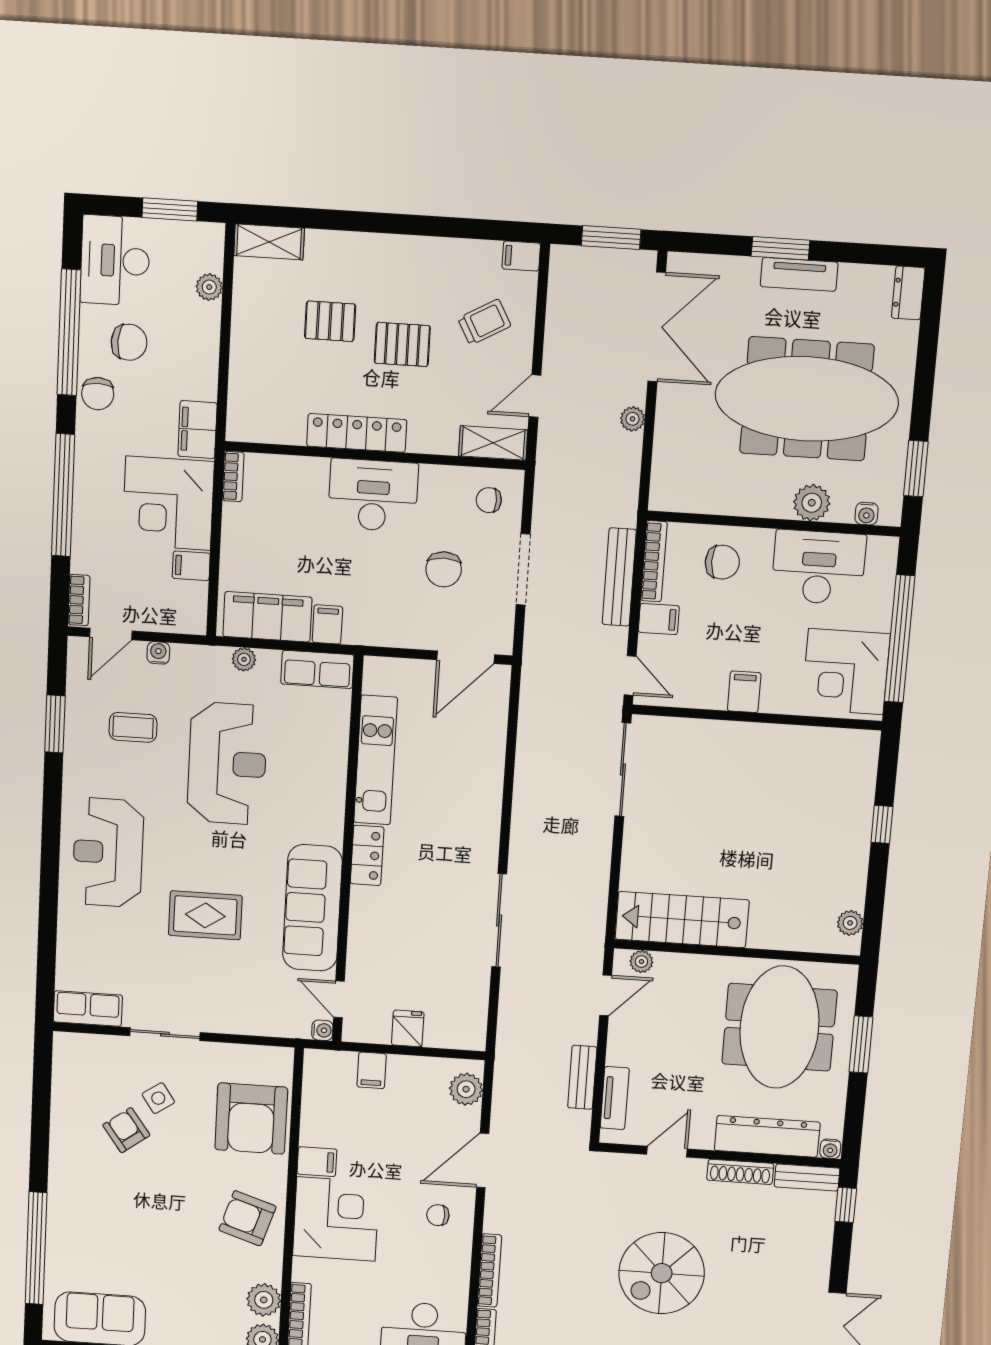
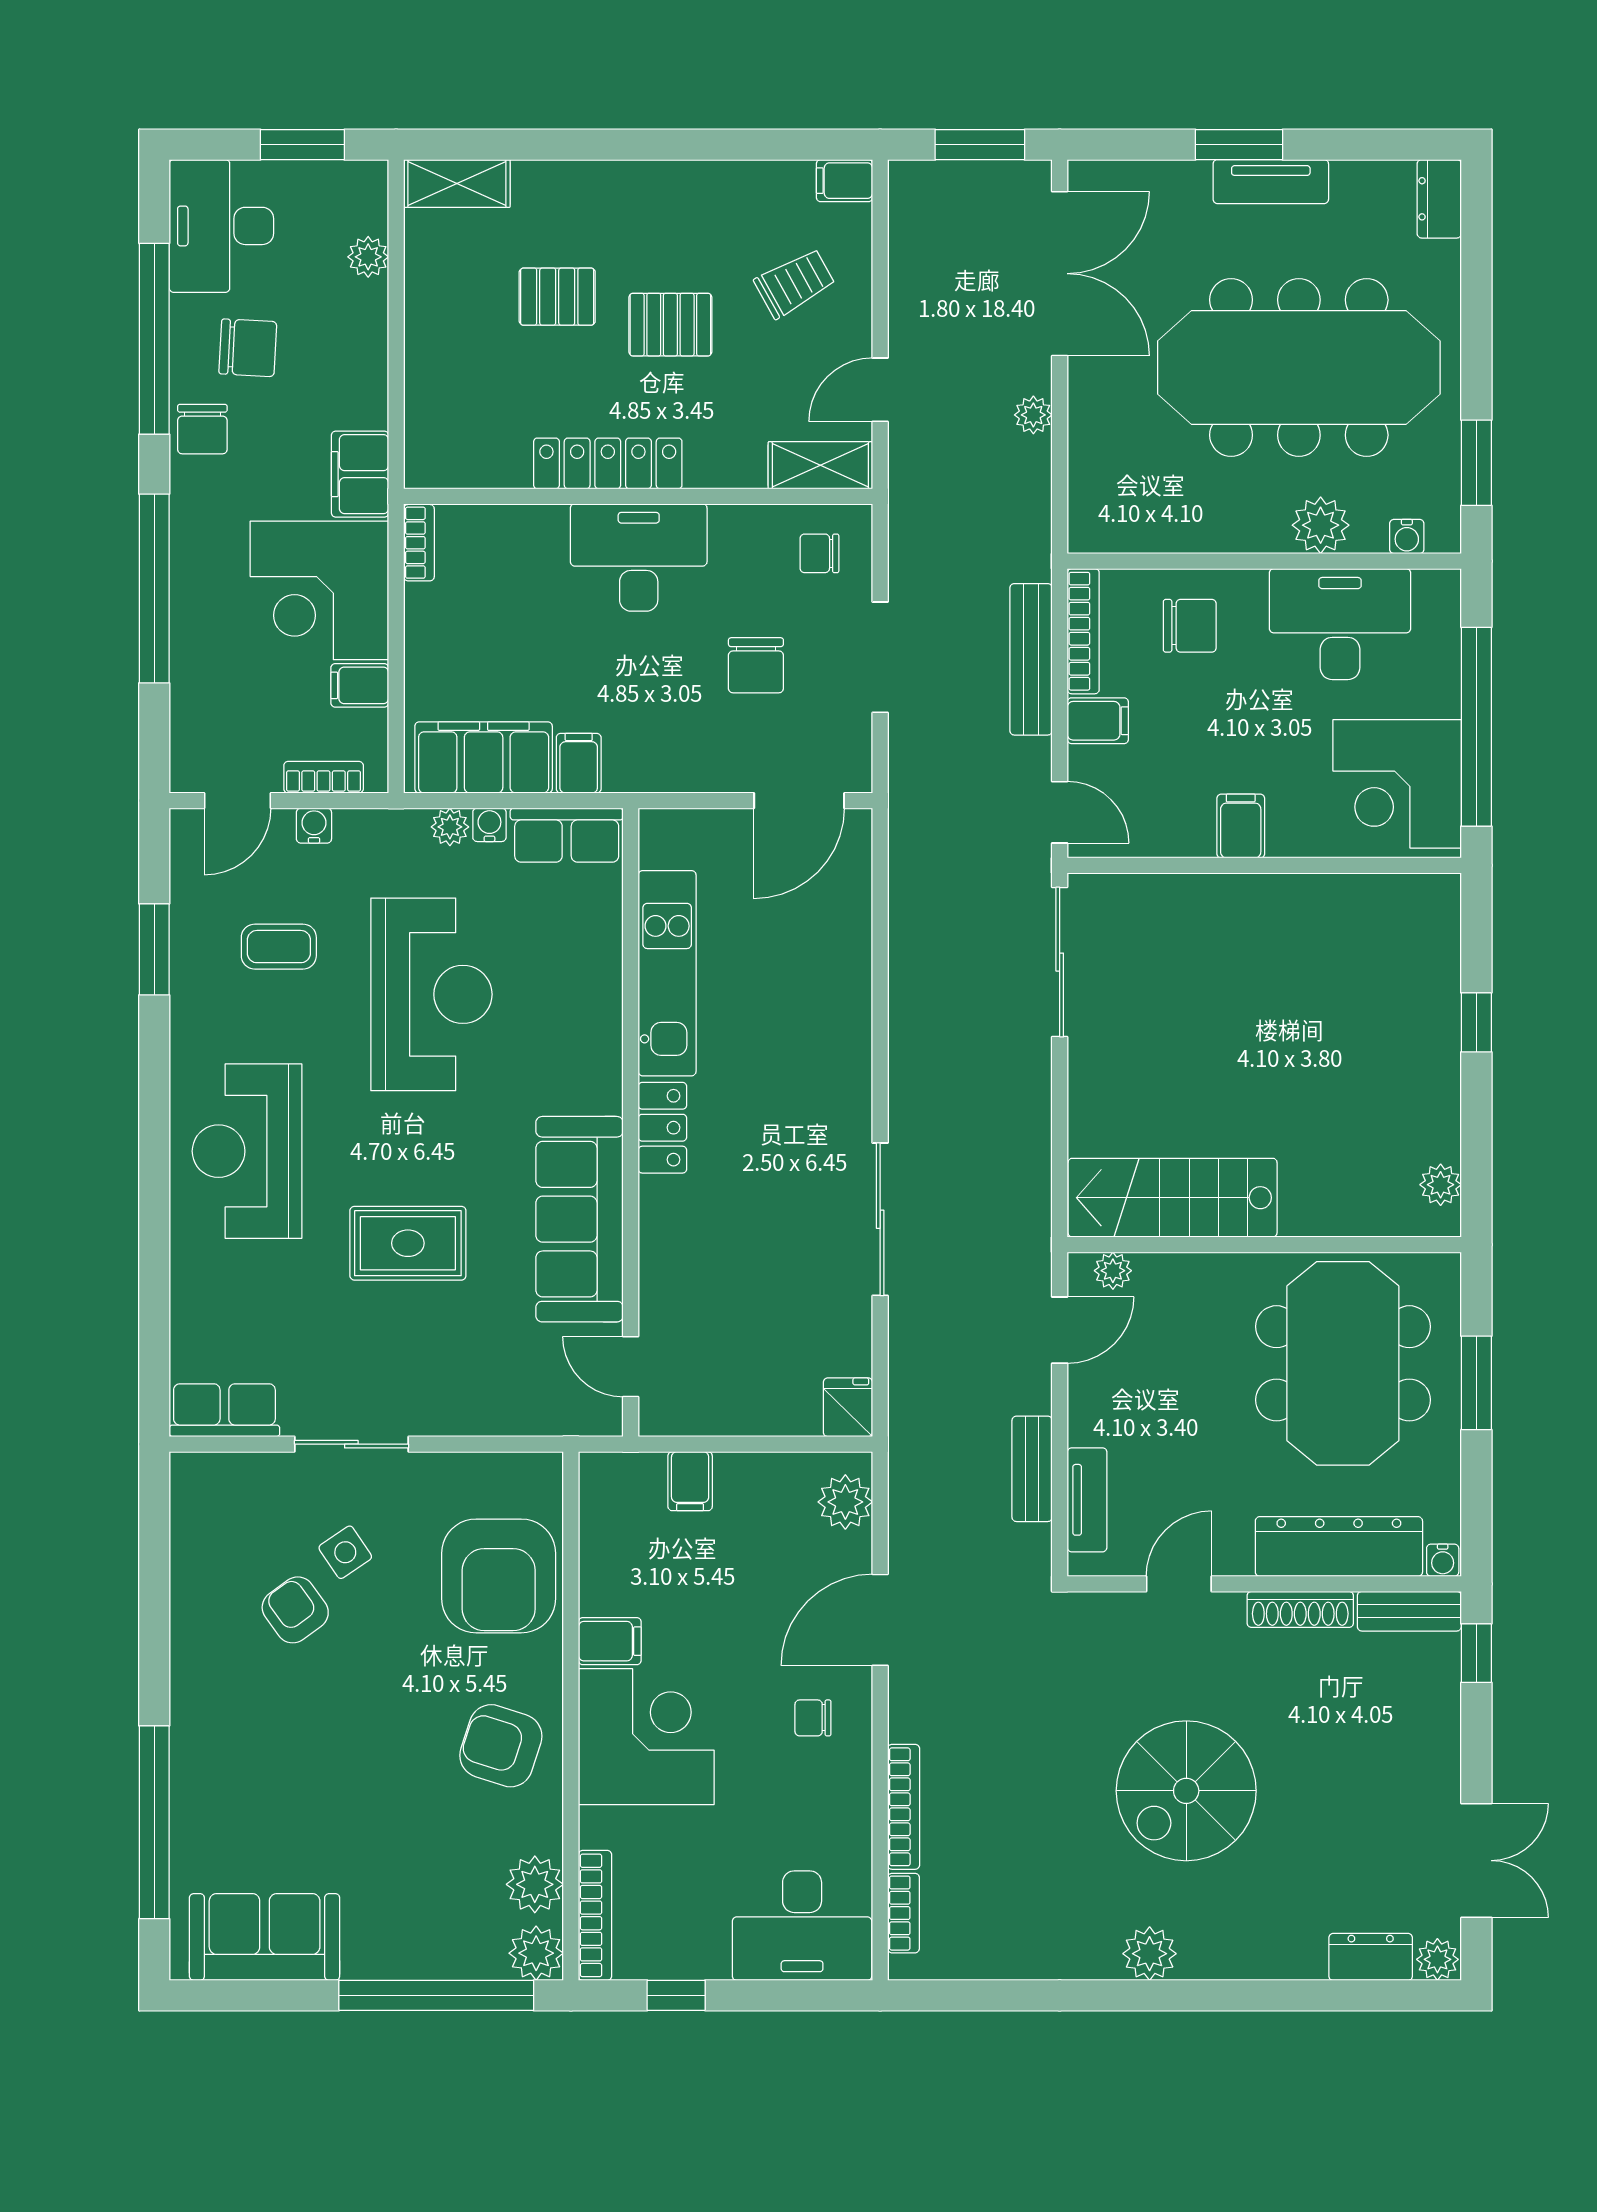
bookcase: (79, 600) -> (324, 777), moved, turned -90
fridge: (408, 1028) -> (848, 1407), moved
water cooler: (322, 1030) -> (489, 825), moved, turned -90

